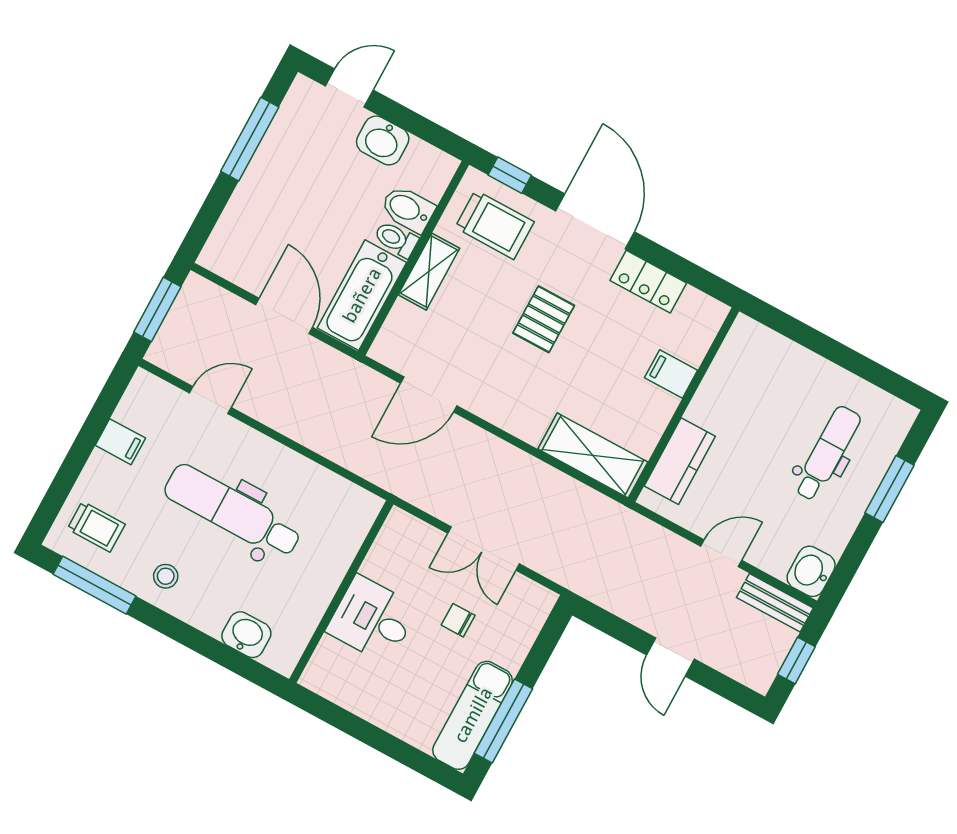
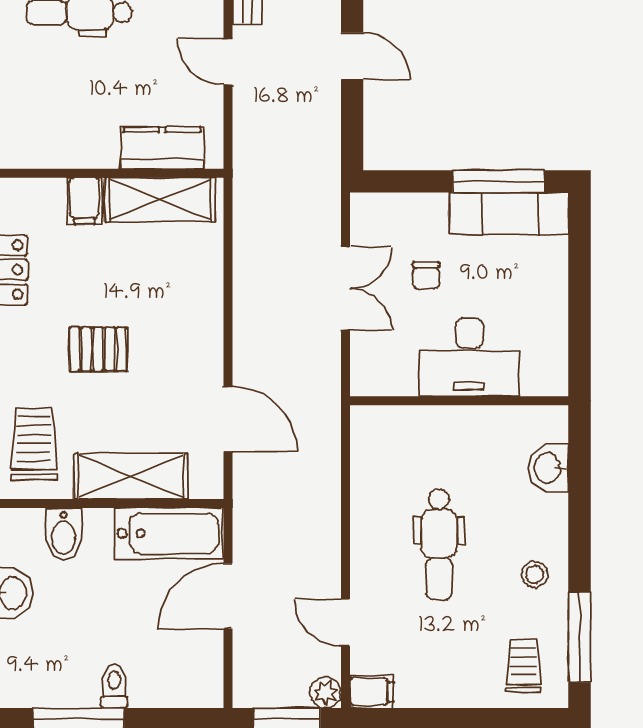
toilet: (396, 239) -> (114, 686), moved, turned 180
shelving: (429, 272) -> (131, 476), width x1.50, depth x1.33
plant: (162, 353) -> (326, 693), added
filing cabinet: (120, 442) -> (372, 692), moved, turned 90
shelving: (593, 455) -> (160, 200), moved, turned 90
dental chair: (233, 511) -> (439, 544), width x0.73, depth x0.72
desk: (372, 619) -> (469, 357), width x1.37
door: (670, 657) -> (352, 56), hinge flipped

